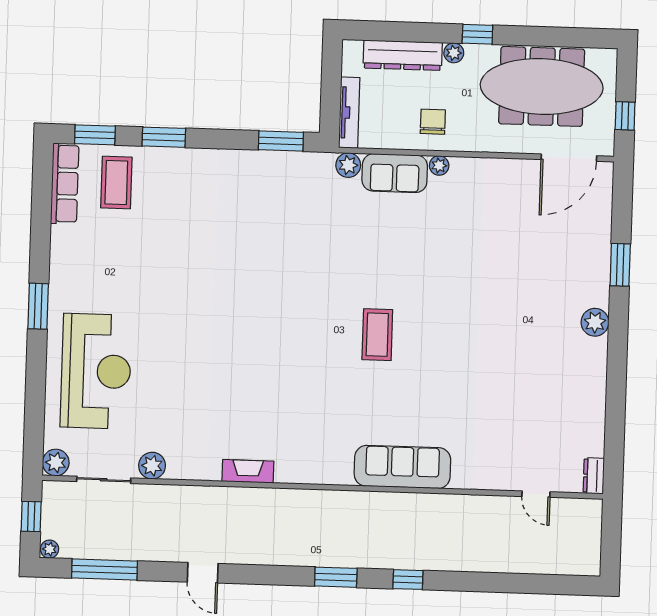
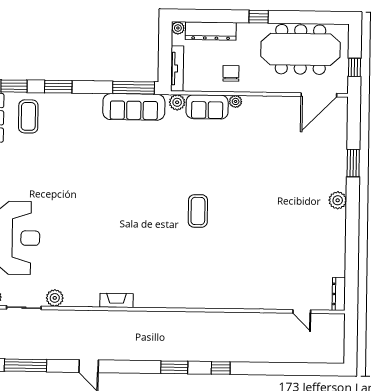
plant: (454, 53) -> (178, 28), moved
window: (281, 141) -> (134, 88), width x1.44
sofa: (402, 467) -> (134, 107), moved, turned 180
dresser: (594, 476) -> (339, 294), width x1.44

